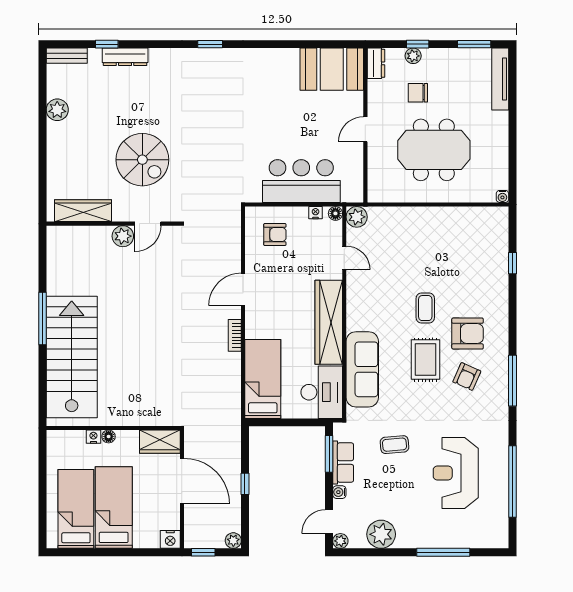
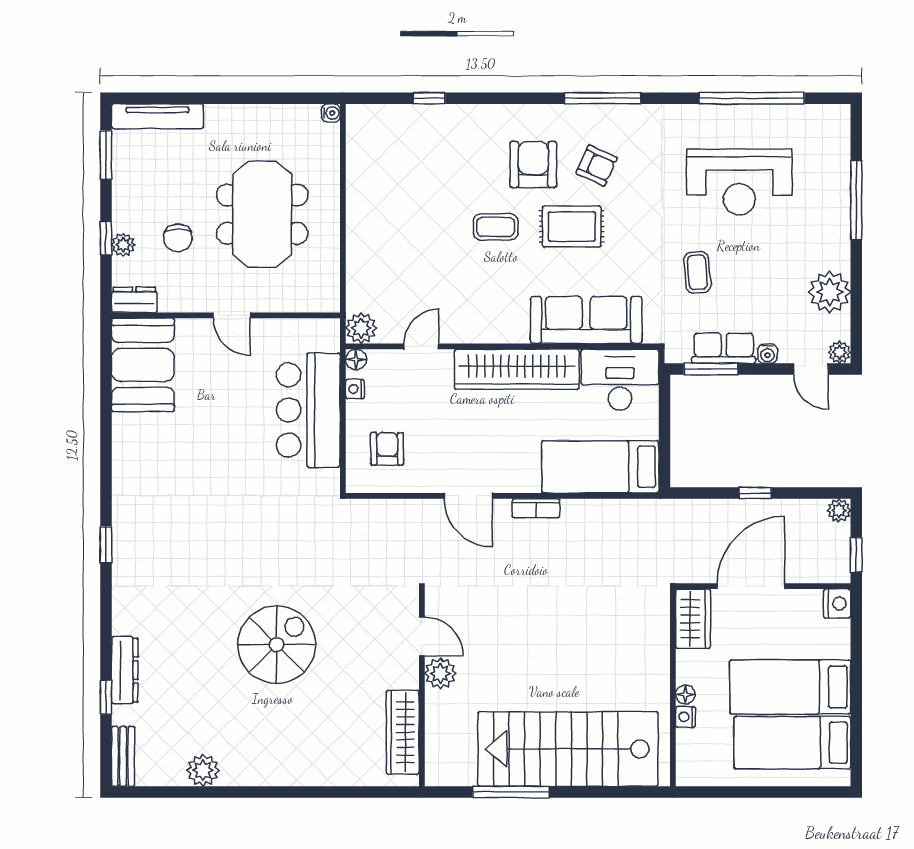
wardrobe: (83, 211) -> (403, 732), moved
wall: (113, 224) -> (422, 688), moved
door: (148, 224) -> (422, 636), moved
plant: (123, 236) -> (440, 673), moved

